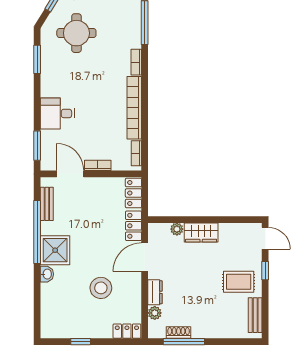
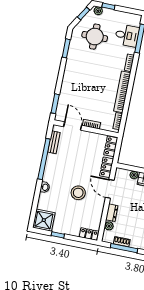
desk: (57, 113) -> (127, 36), moved, turned 180
shower: (55, 250) -> (44, 220), moved
door: (145, 257) -> (110, 189), hinge flipped
stool: (101, 288) -> (78, 193), moved

